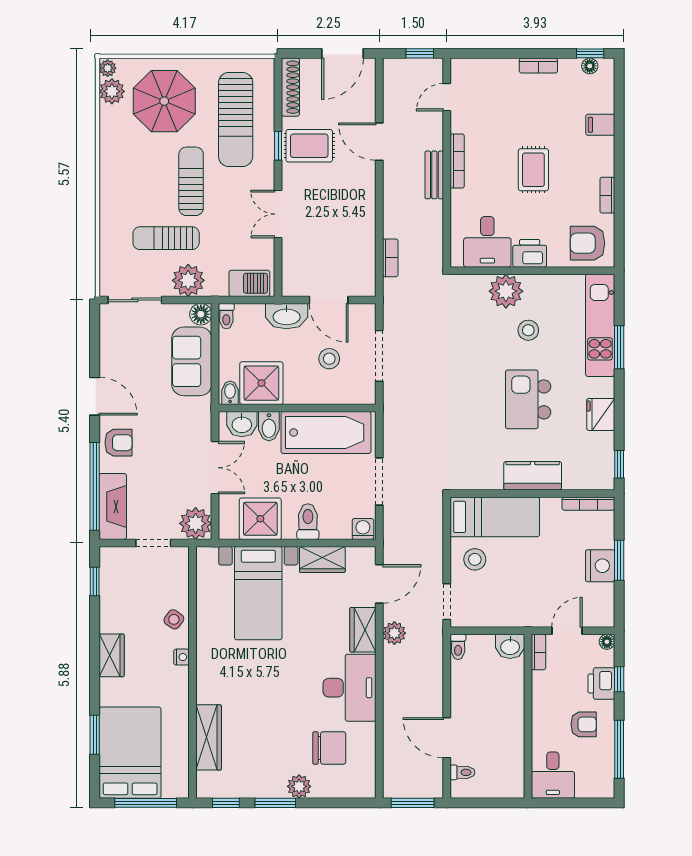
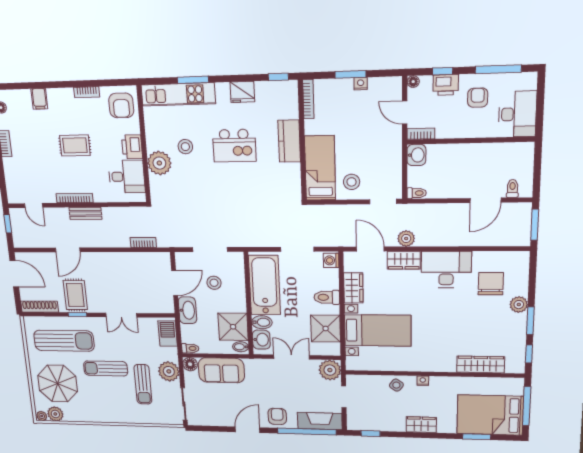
nightstand: (600, 566) -> (361, 84), width x0.53, depth x0.56
desk: (553, 775) -> (517, 114), width x1.37

